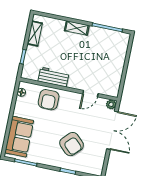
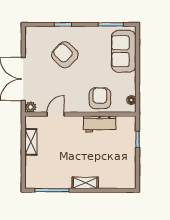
shelving: (35, 33) -> (31, 142), moved

